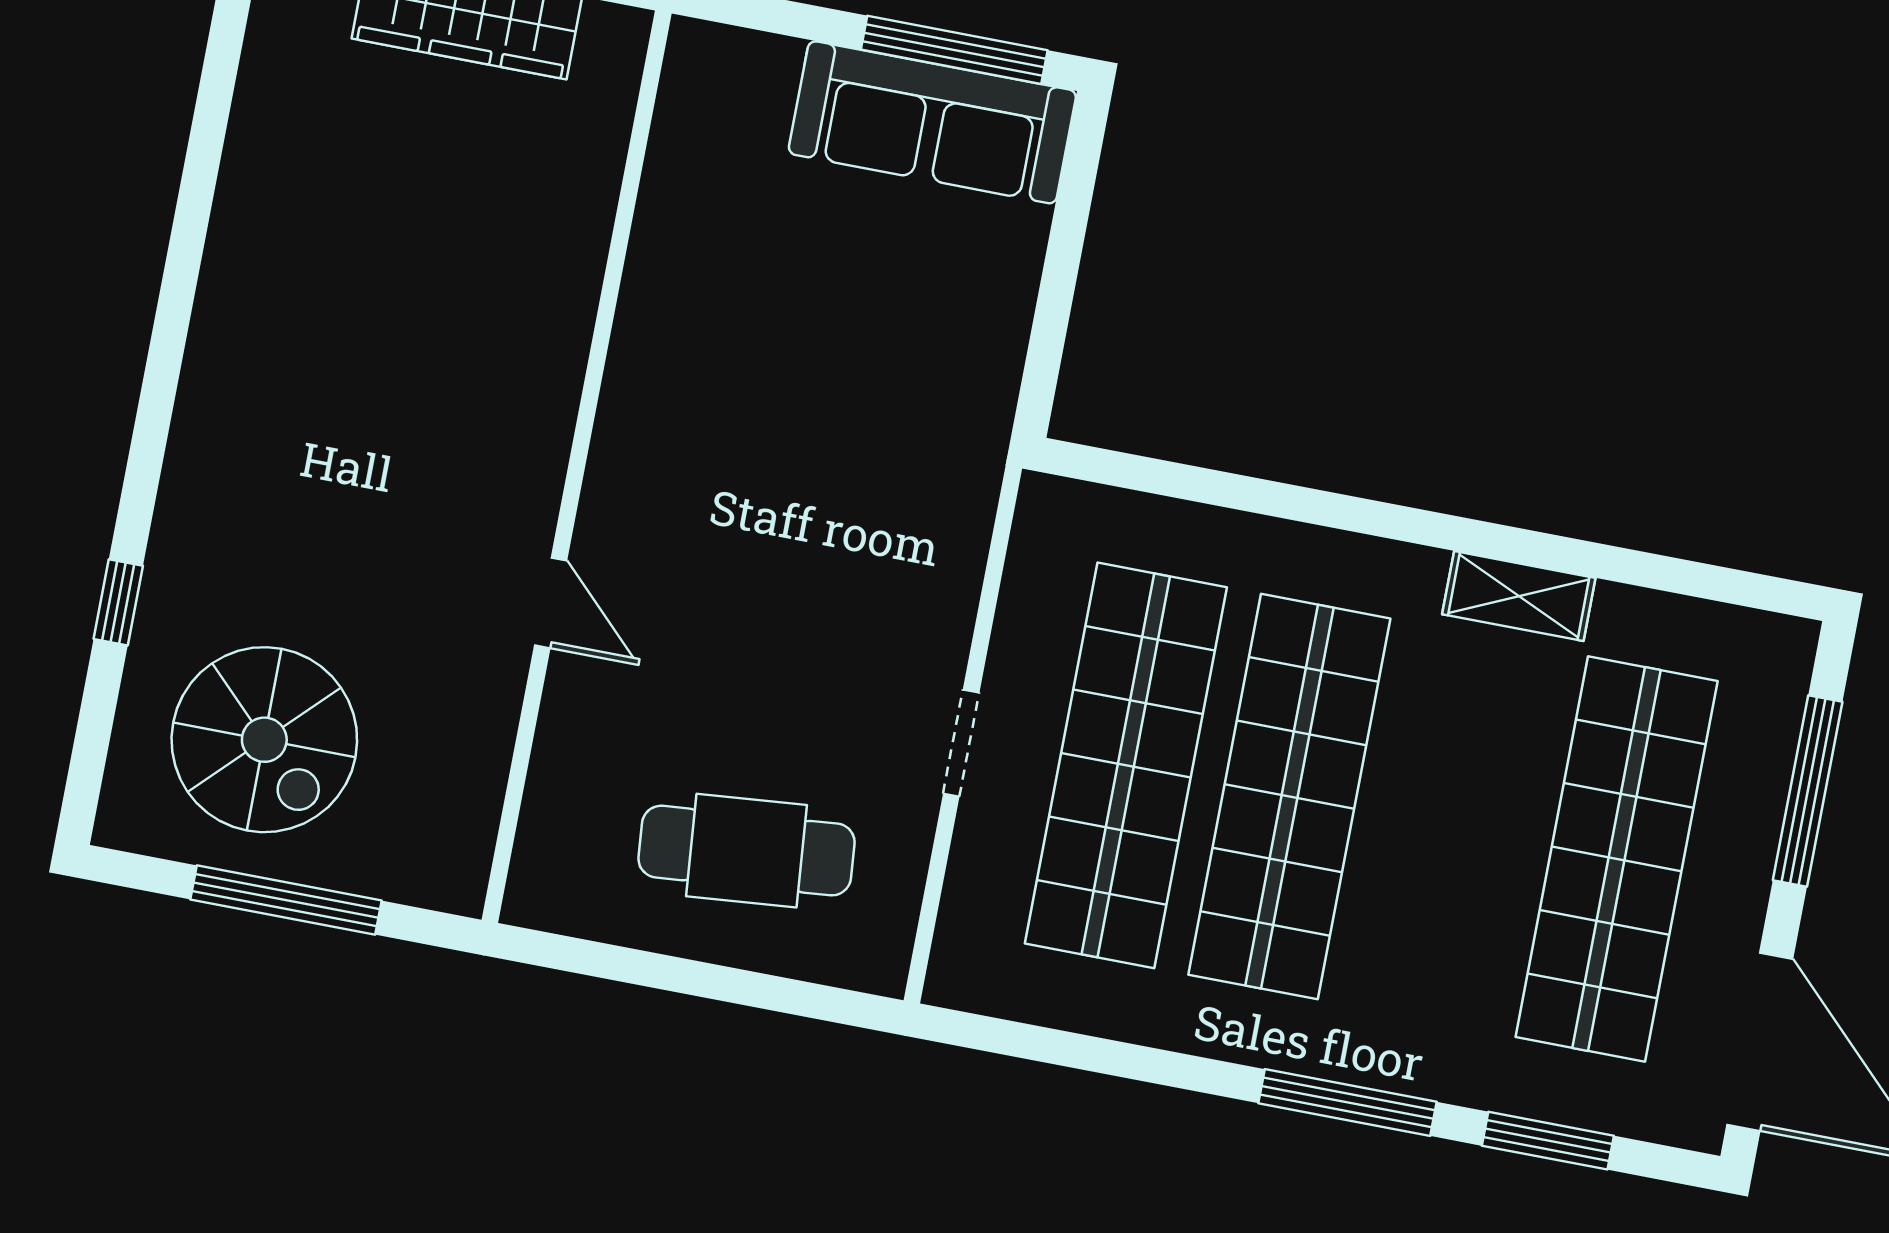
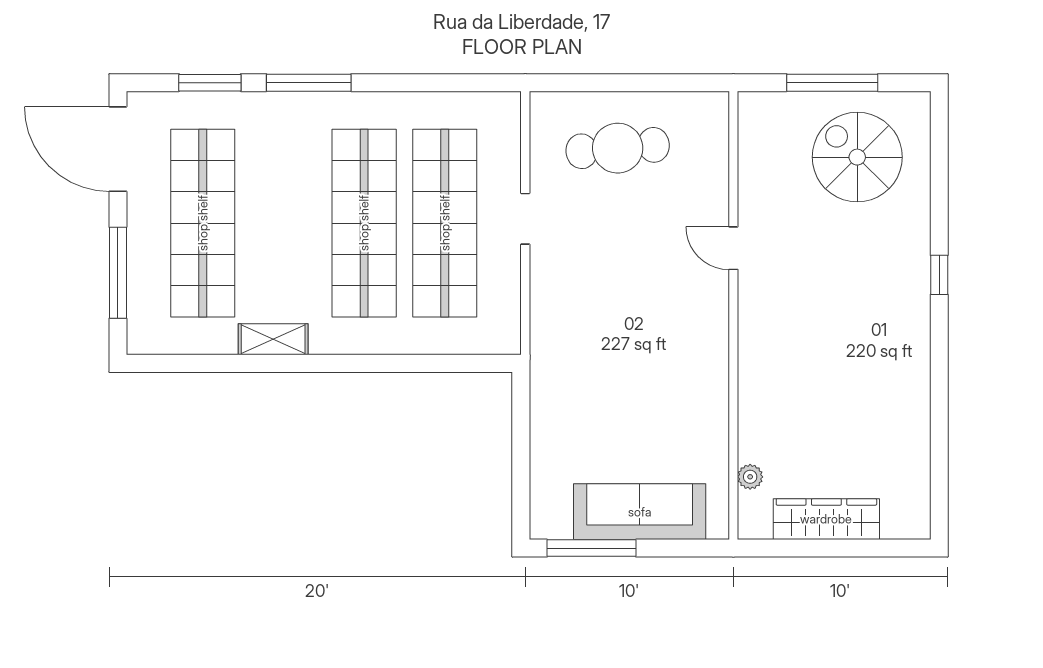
sofa: (932, 122) -> (640, 512), moved
plant: (605, 133) -> (750, 477), added
window: (118, 602) -> (939, 275), moved

